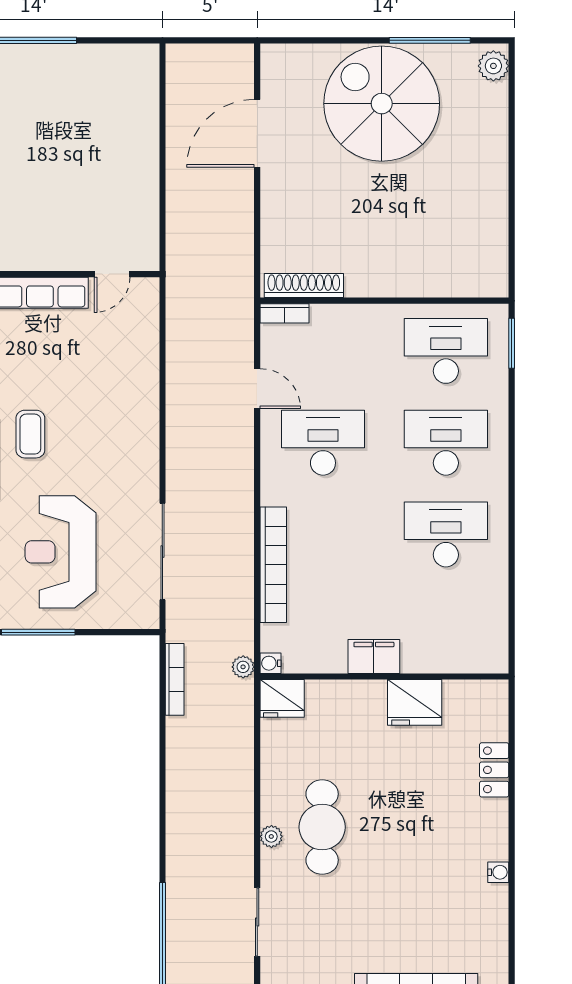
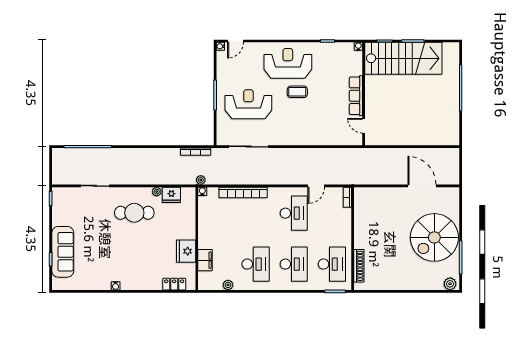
spiral stairs: (382, 104) -> (434, 237), turned 180
shoe rack: (304, 286) -> (359, 266), moved
plant: (496, 601) -> (228, 285), added
filing cabinet: (374, 656) -> (205, 260), moved
fridge: (282, 698) -> (171, 195), moved, turned -90
locker: (494, 770) -> (174, 284), moved
plant: (271, 836) -> (157, 192), moved

